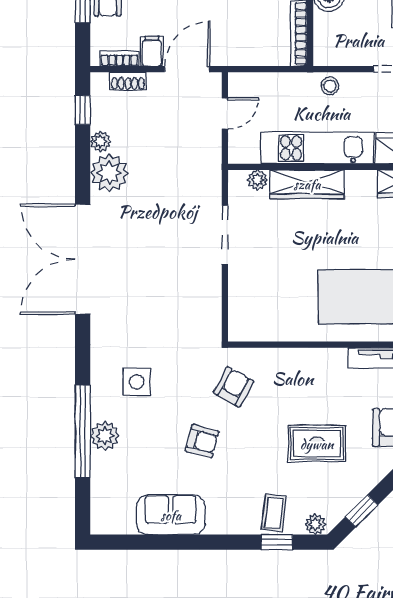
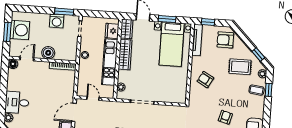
door: (187, 69) -> (74, 112), hinge flipped
wardrobe: (307, 184) -> (125, 55), moved
armchair: (233, 387) -> (205, 80), moved
rug: (317, 444) -> (240, 67), moved, turned 90

